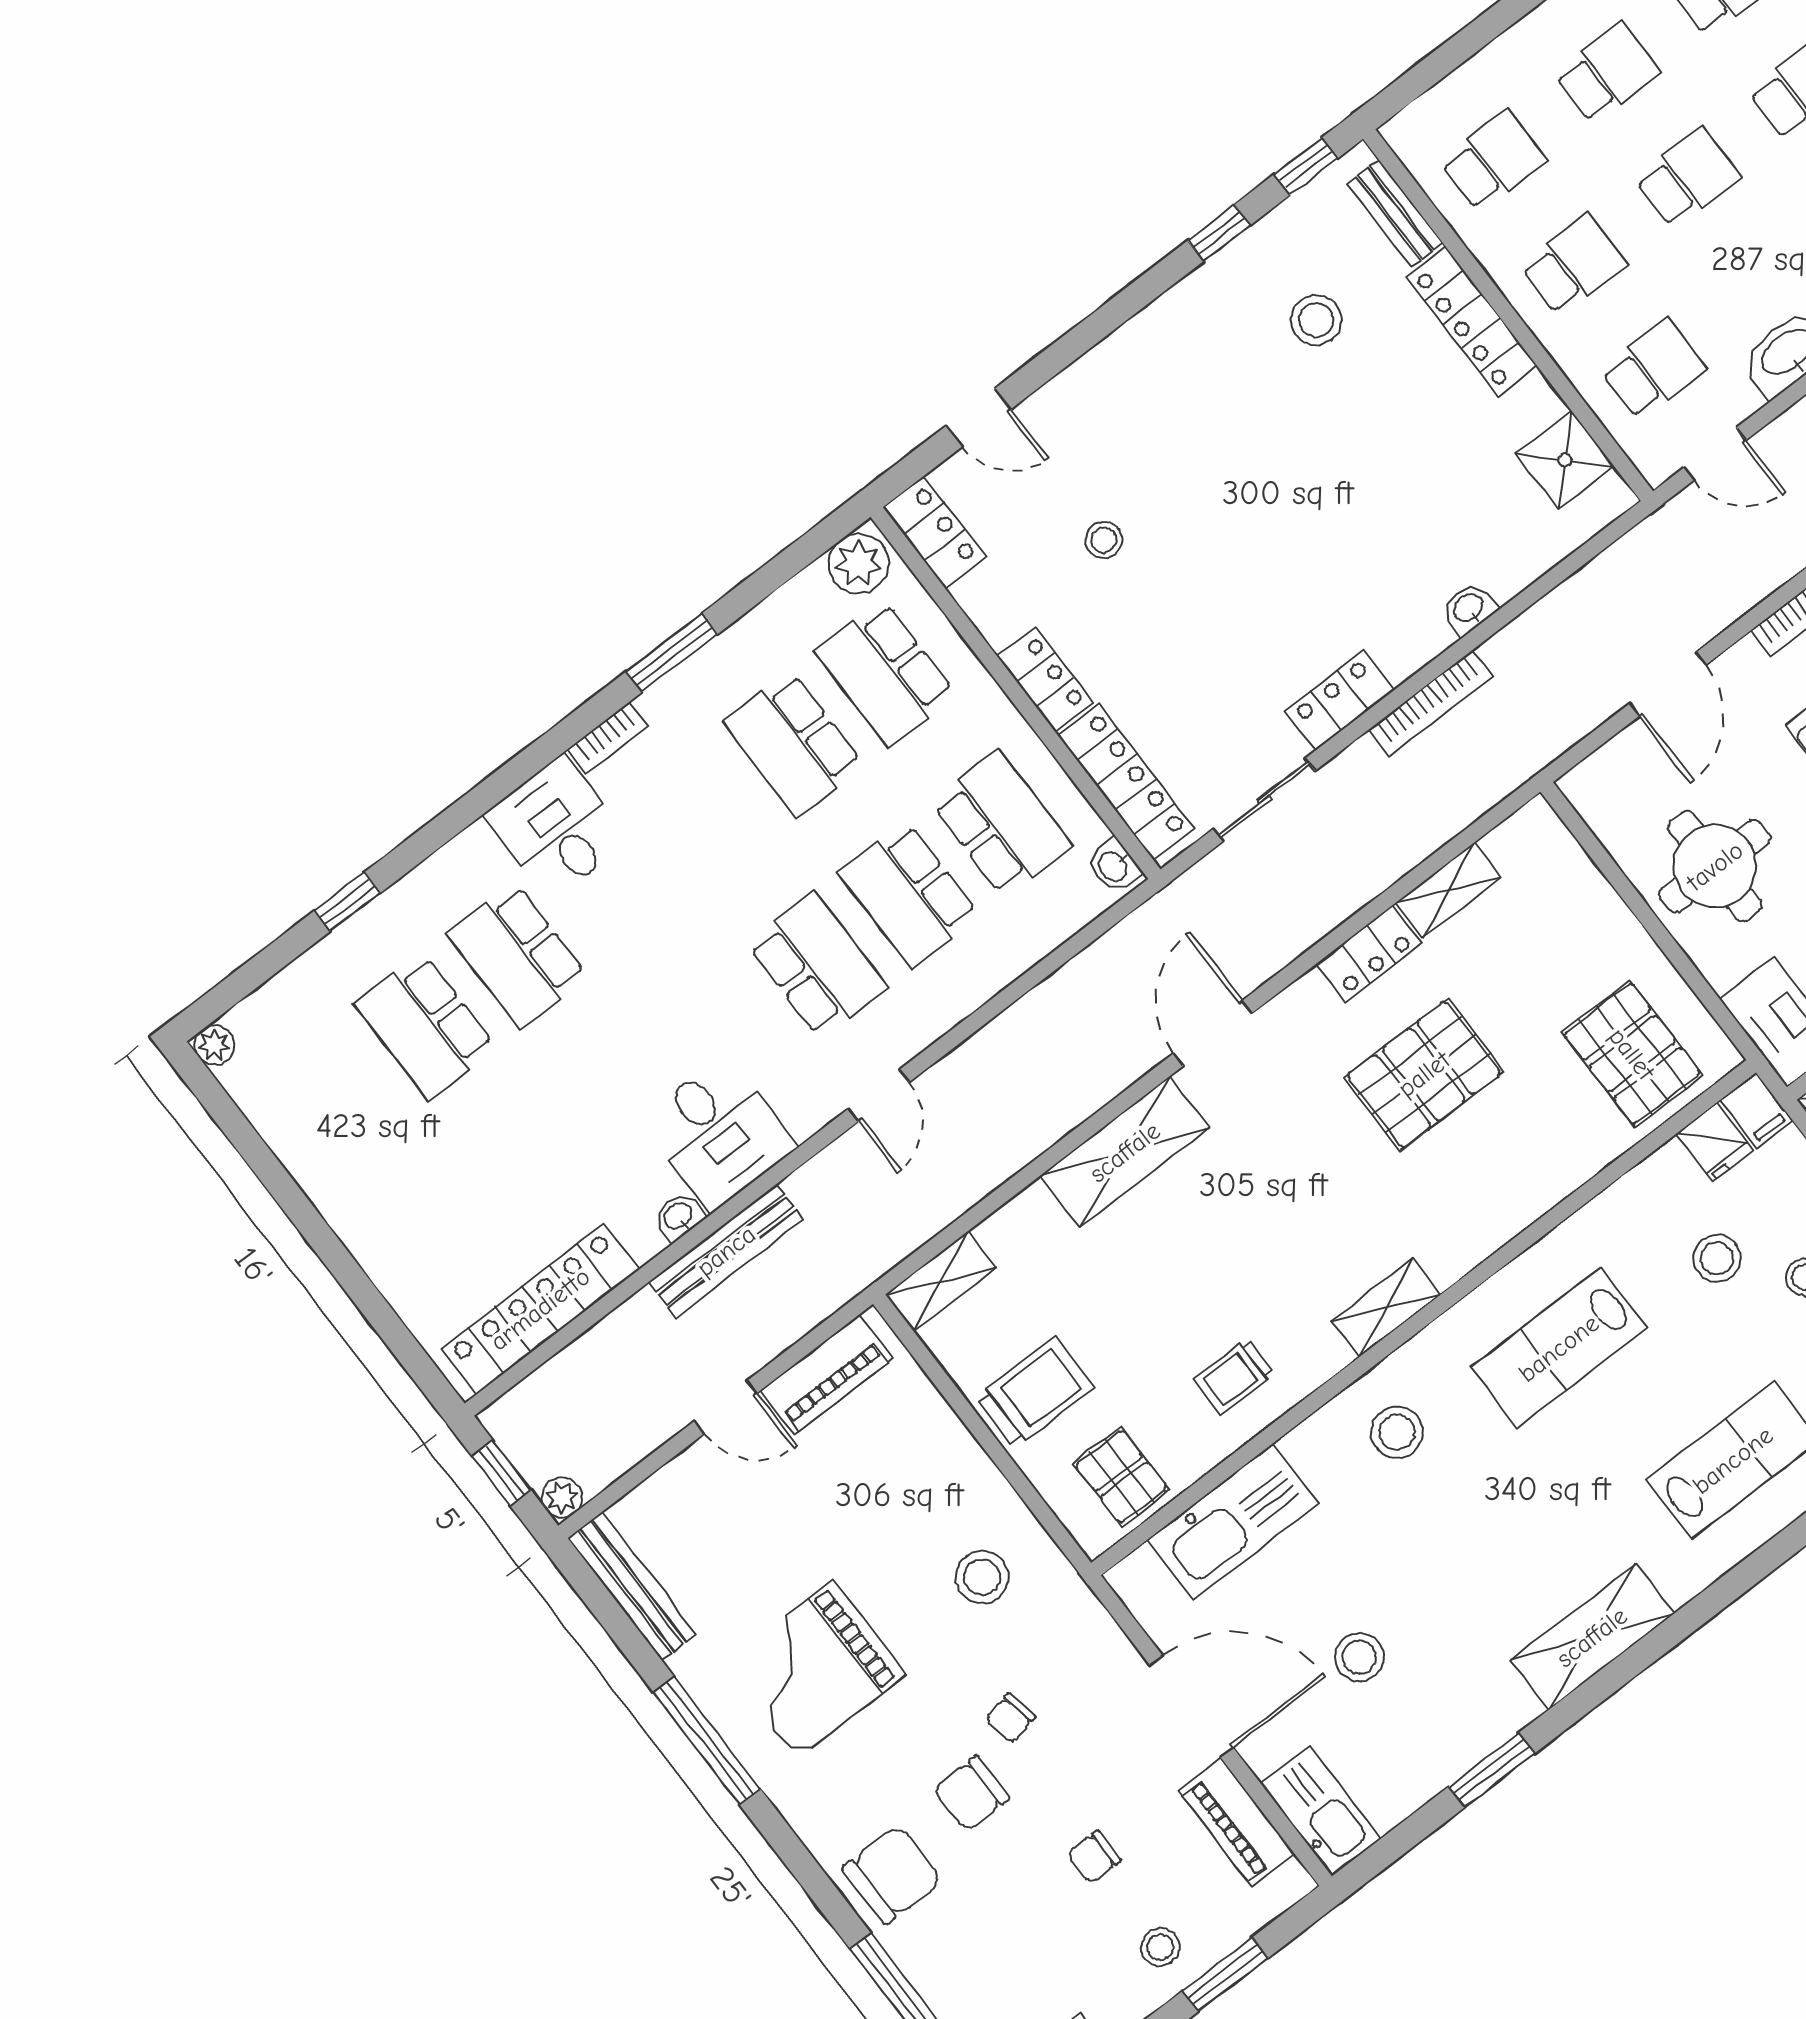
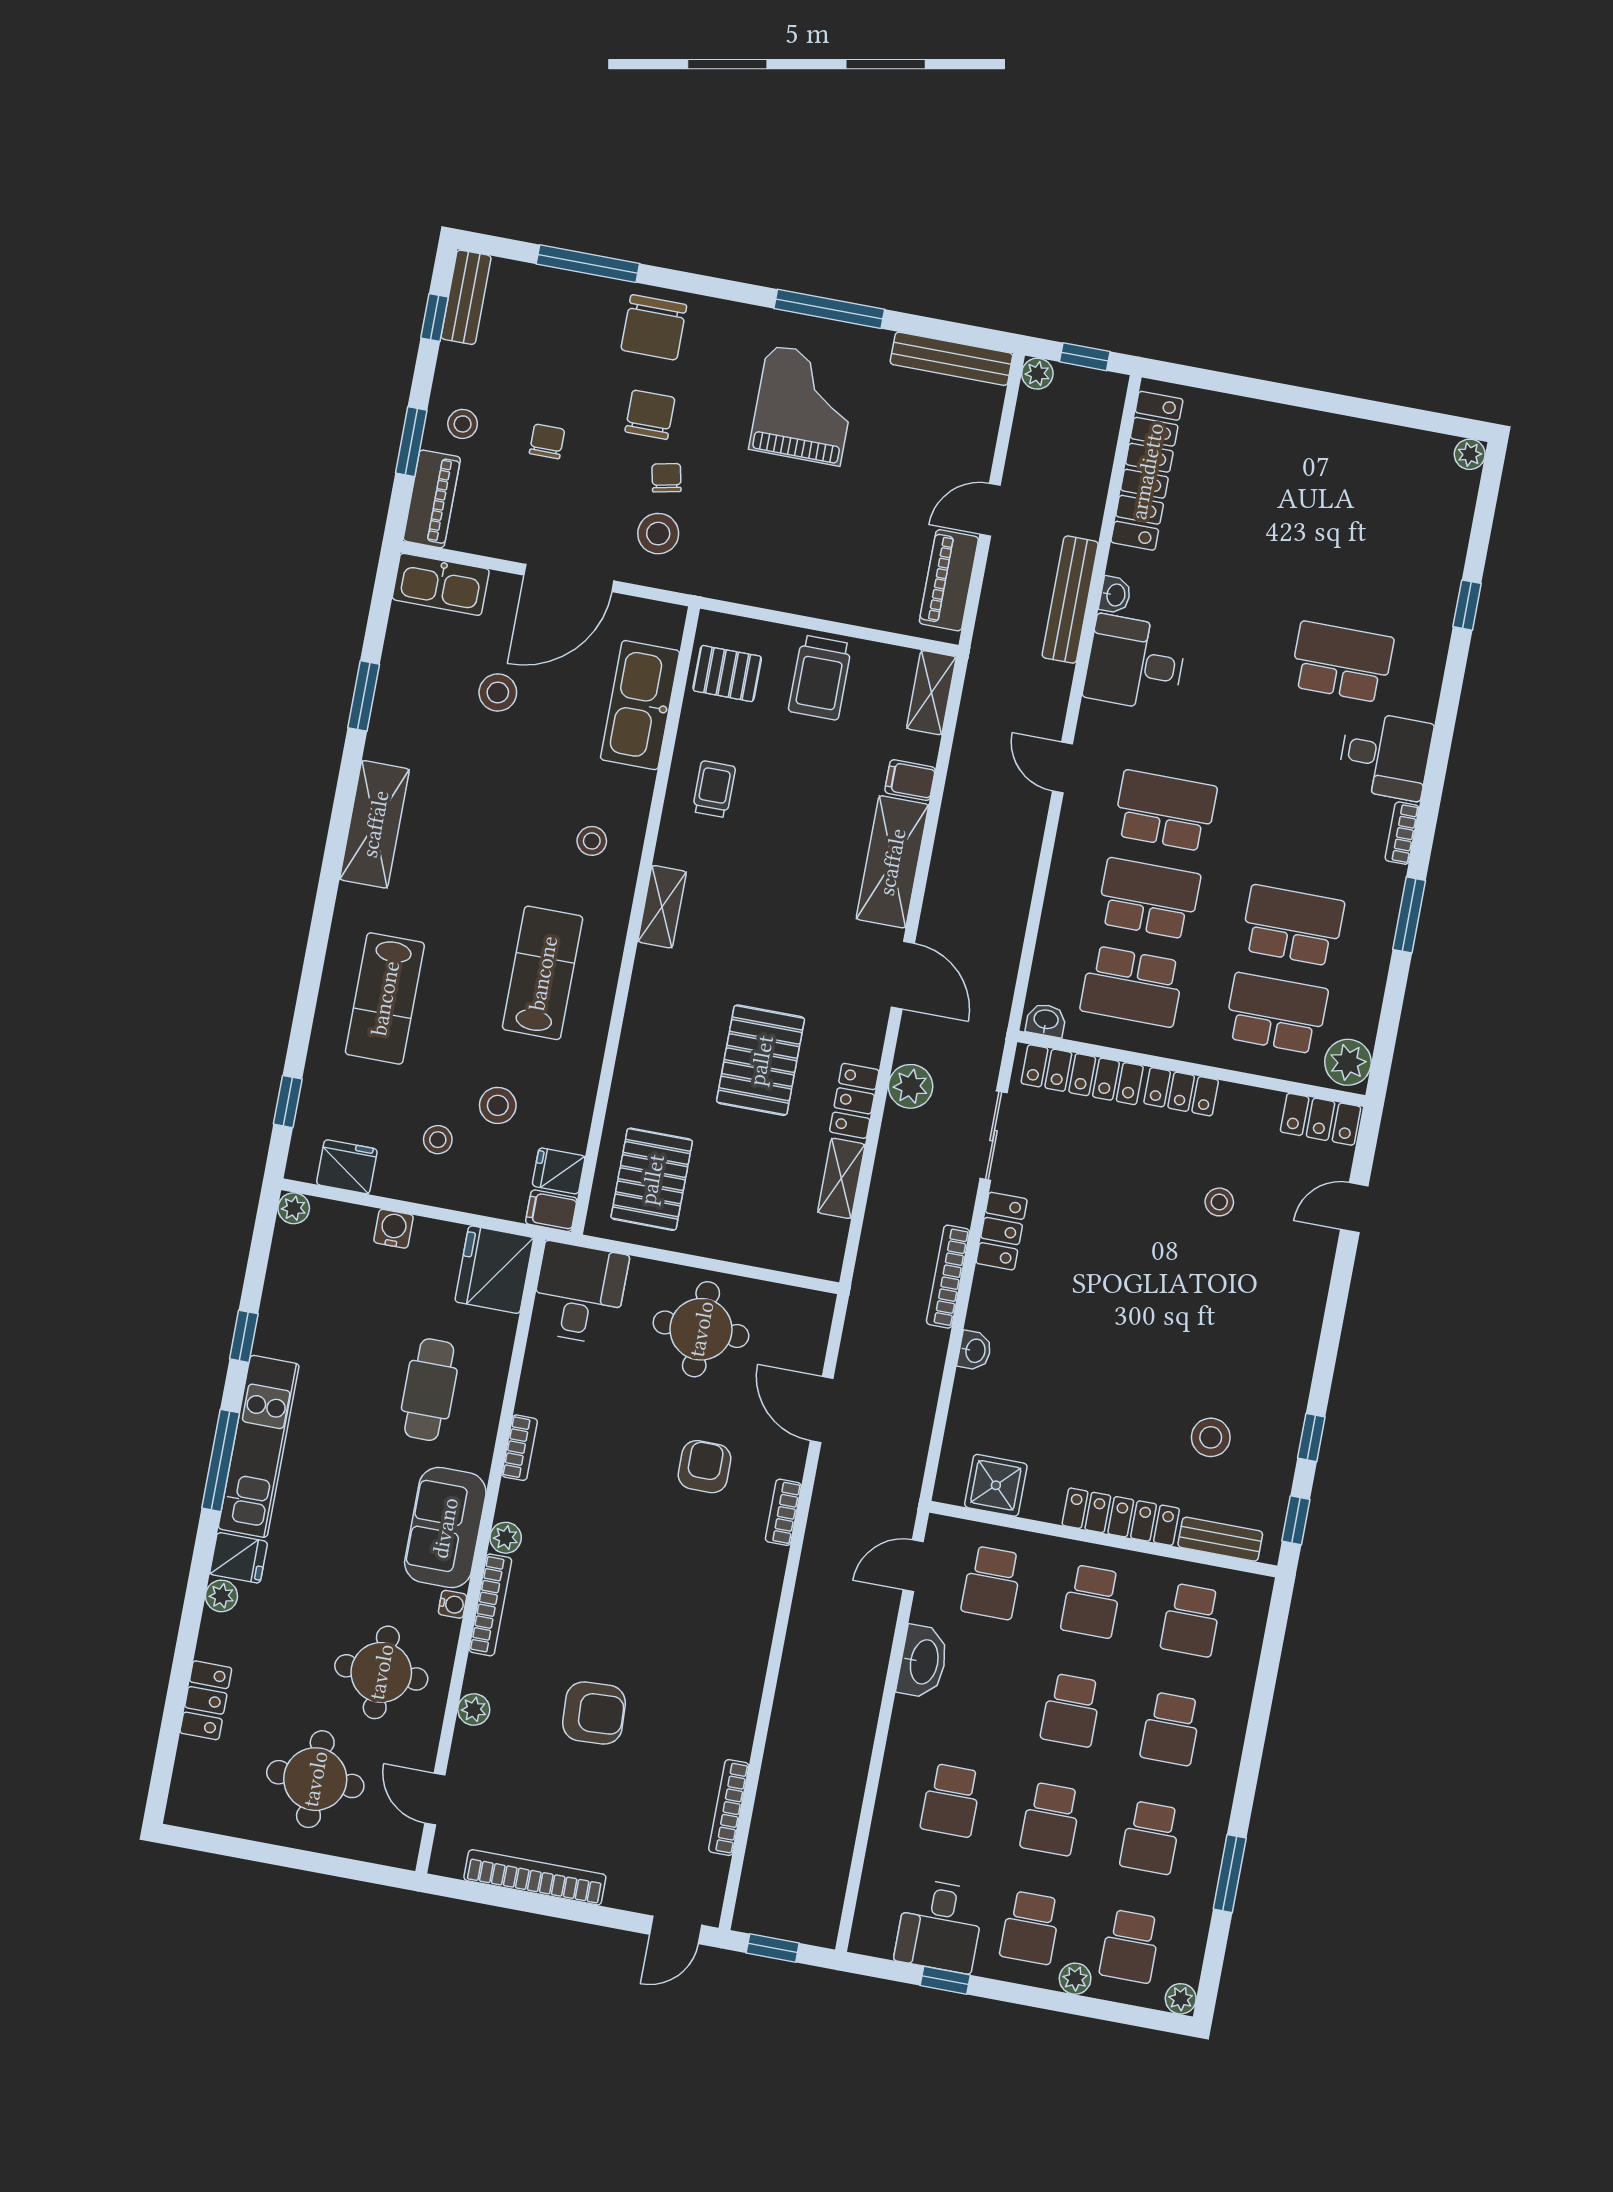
plant: (1302, 919) -> (911, 1086), added
school desk: (817, 965) -> (1165, 811), turned 180
school desk: (426, 1026) -> (1358, 574), removed
pallet: (1632, 1054) -> (652, 1179), turned 90
filing cabinet: (1037, 1215) -> (910, 780), added
stool: (1397, 1432) -> (592, 841), width x0.73, depth x0.73
stool: (982, 1577) -> (658, 534), moved
piano: (1237, 1822) -> (432, 499), moved, turned 90

